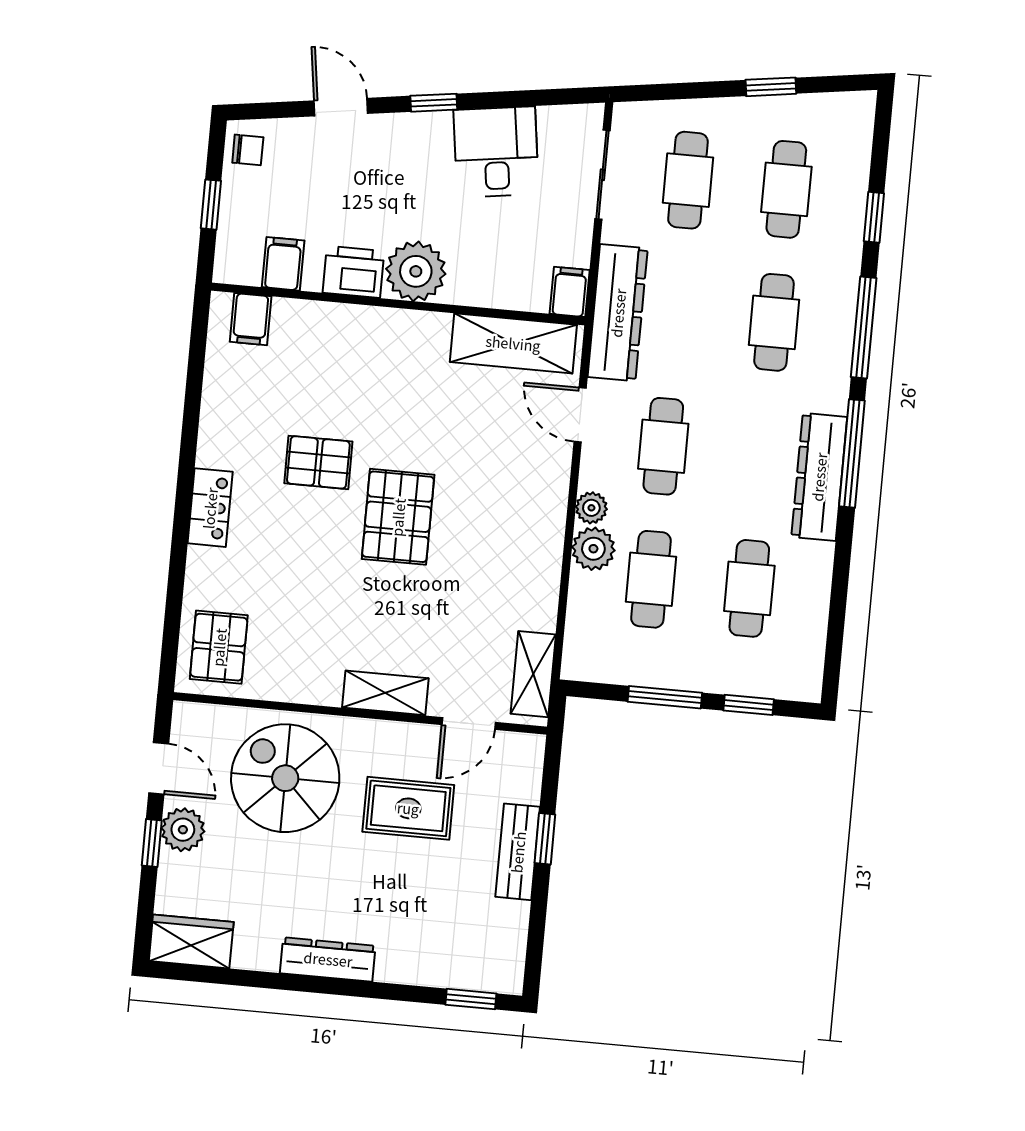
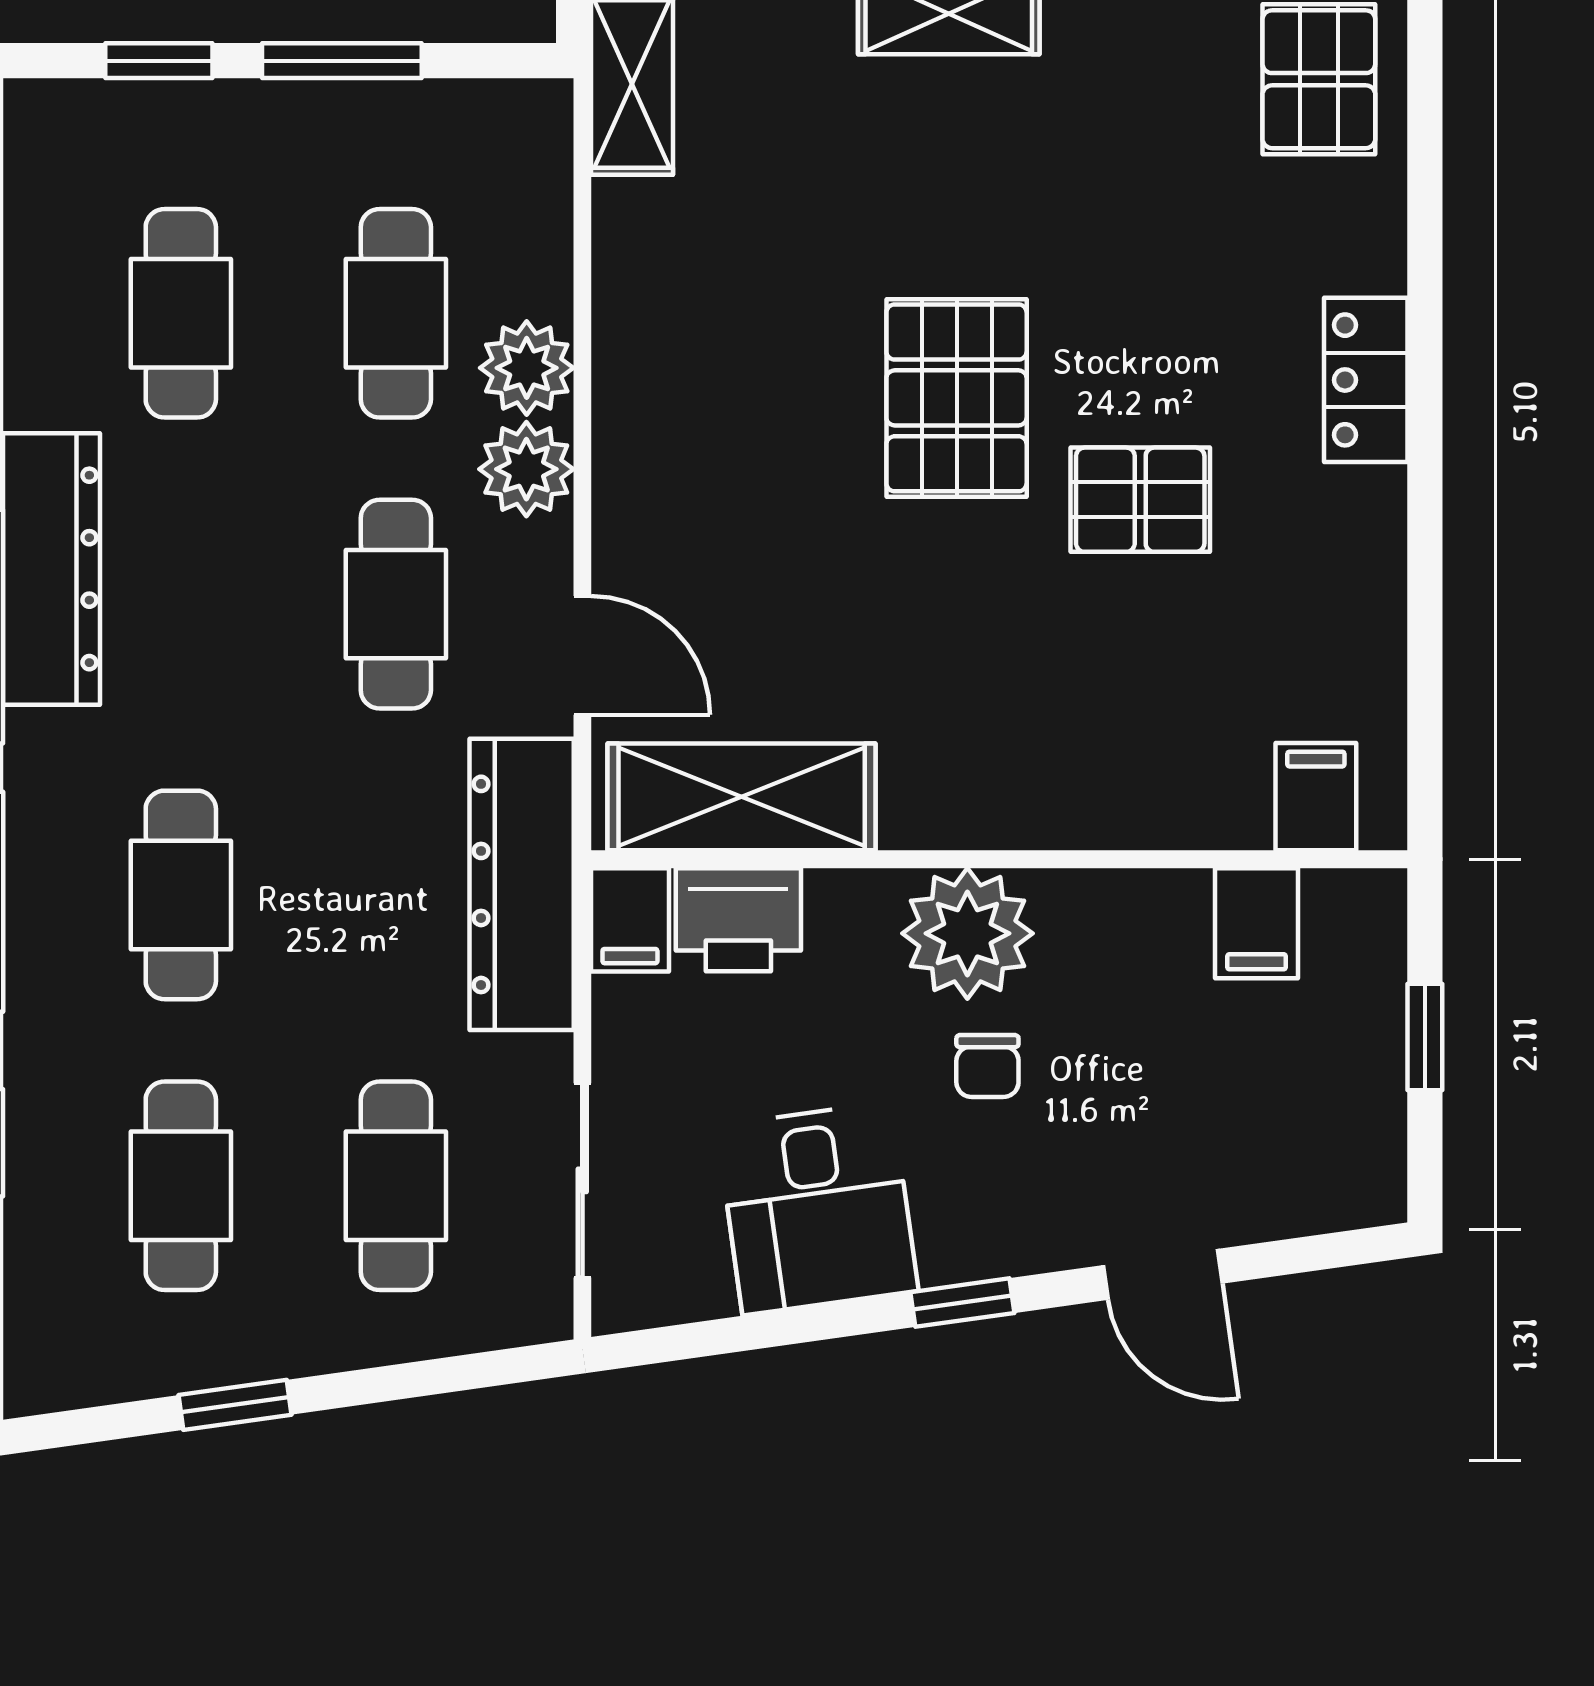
chair: (248, 150) -> (987, 1066), moved, turned -90
printer: (353, 272) -> (738, 920), moved
plant: (591, 508) -> (526, 469), width x1.38, depth x1.38

